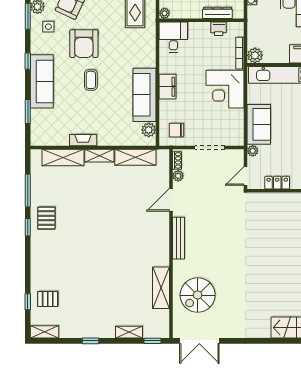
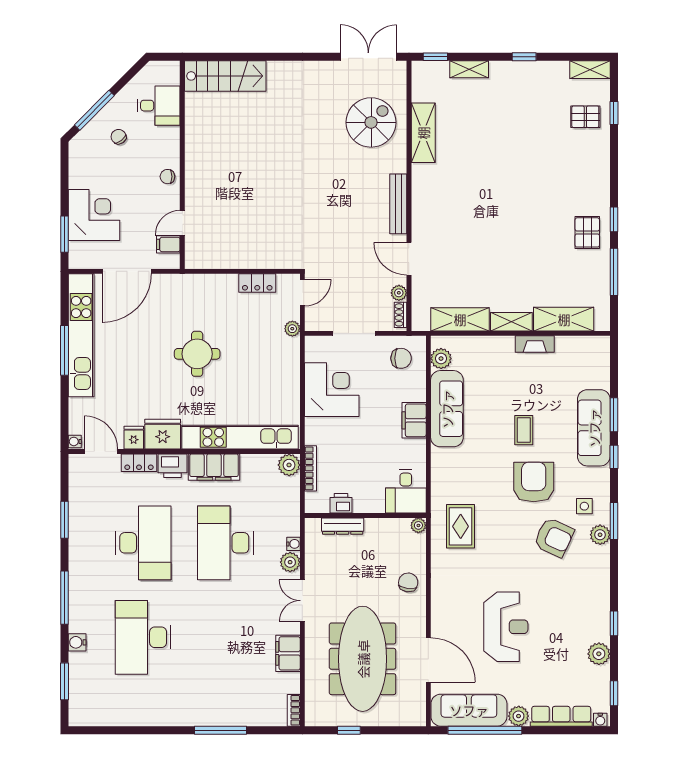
corner desk: (225, 89) -> (332, 390), moved
window: (28, 112) -> (614, 415), moved
sofa: (259, 124) -> (284, 367), removed
door: (171, 200) -> (409, 259), swing flipped

